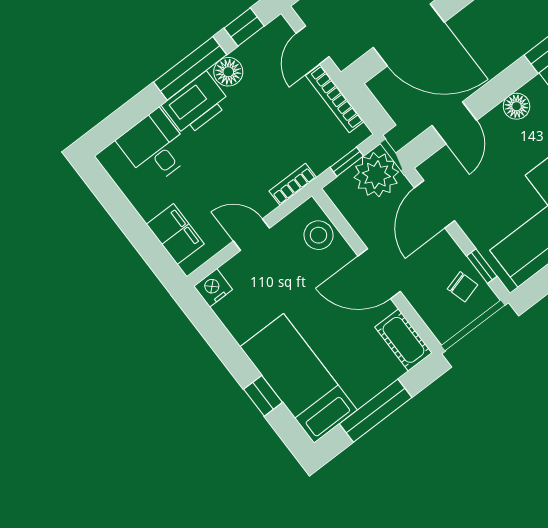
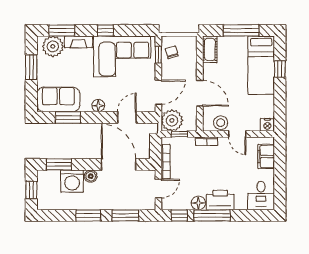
desk: (155, 147) -> (261, 196), moved
stool: (318, 235) -> (221, 123), moved
door: (379, 274) -> (200, 93), moved

